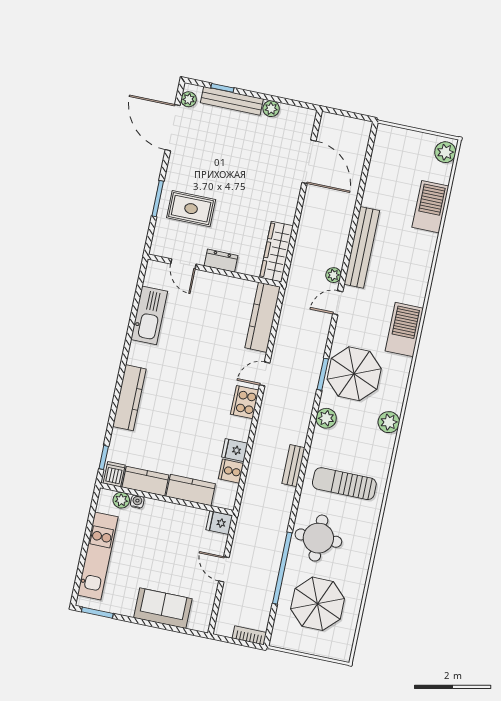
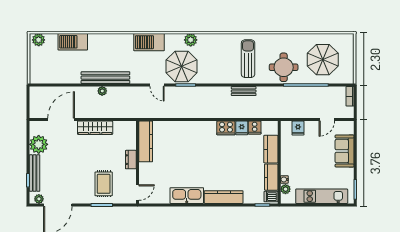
plant: (271, 109) -> (39, 144), width x1.88, depth x1.88
wardrobe: (276, 252) -> (95, 128), moved
door: (183, 264) -> (137, 193), moved
plant: (333, 275) -> (102, 91), moved
door: (338, 303) -> (157, 85), moved
kitchen sink: (149, 315) -> (187, 196), moved
kitchen counter: (263, 317) -> (146, 141), moved, turned -90
door: (265, 374) -> (193, 120), removed
cooker: (245, 402) -> (226, 128), moved
plant: (326, 418) -> (211, 78), removed
plant: (389, 422) -> (191, 40), moved
sun lounger: (344, 484) -> (248, 59), turned 180
fridge: (219, 523) -> (298, 128), moved
door: (224, 569) -> (327, 120), moved

